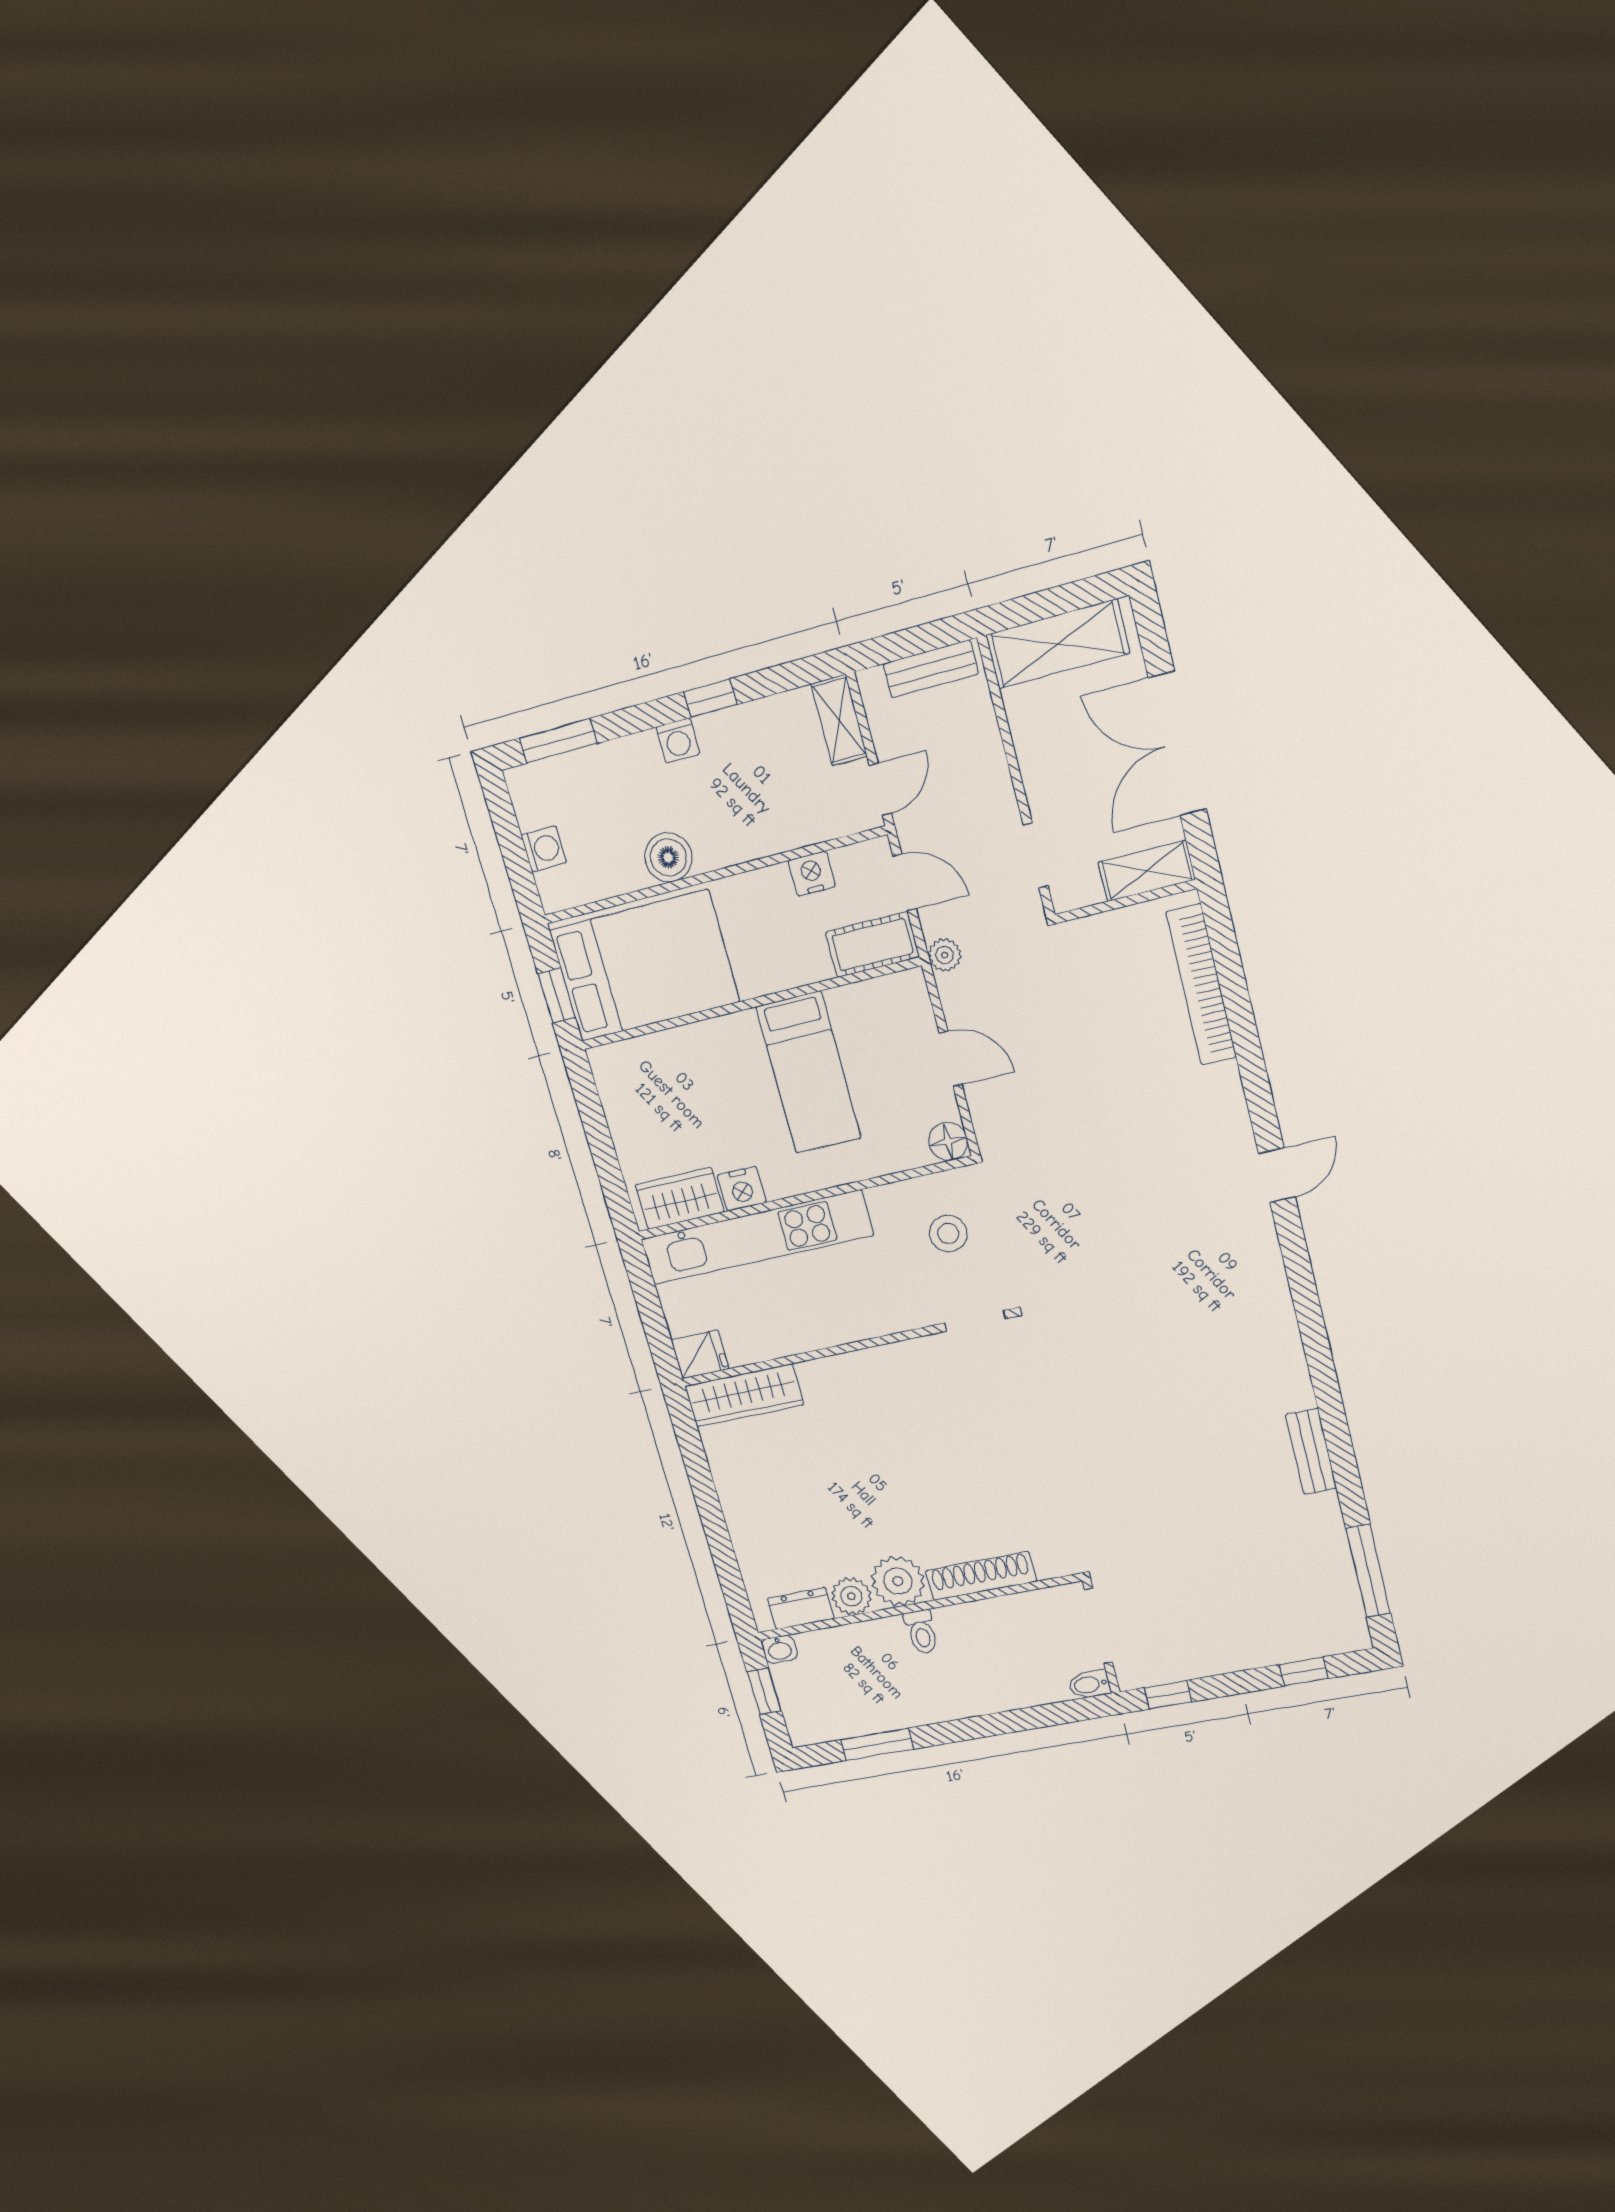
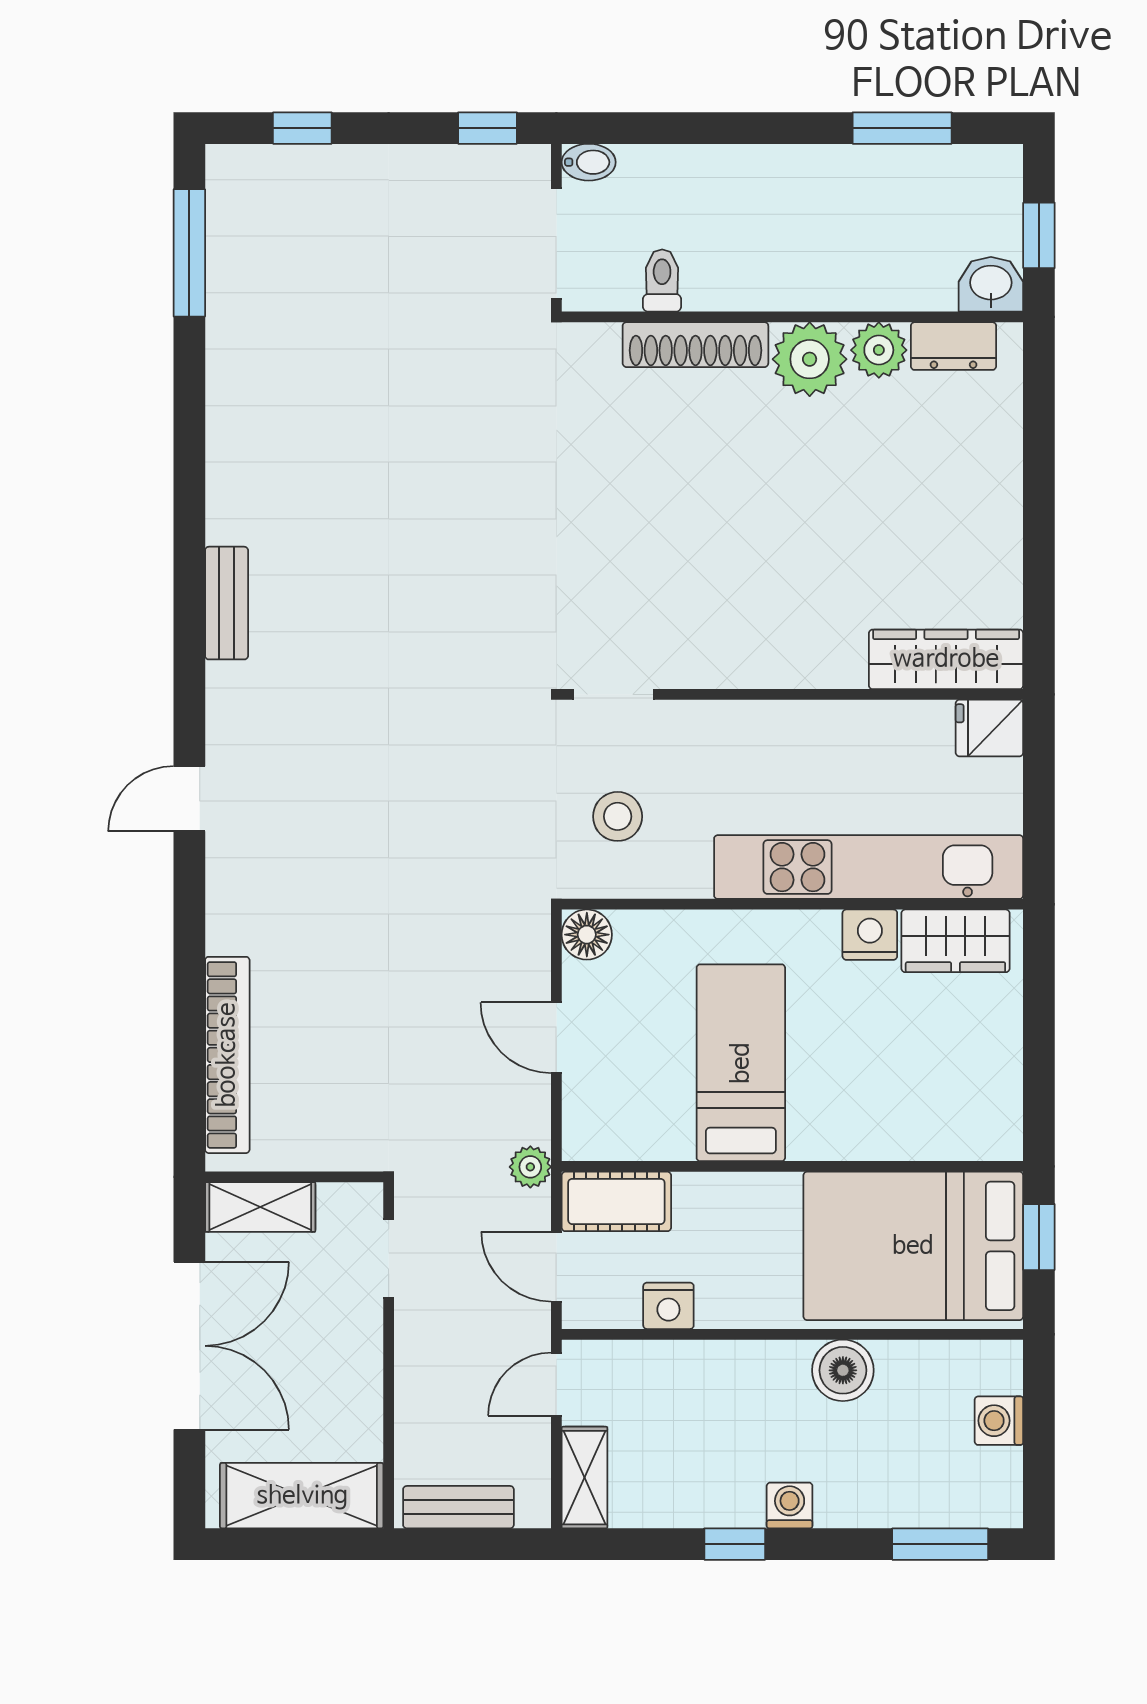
bench: (1311, 1451) -> (227, 603), moved
toilet: (921, 1632) -> (662, 280), moved
washbasin: (779, 1649) -> (991, 284), width x1.38, depth x1.45

